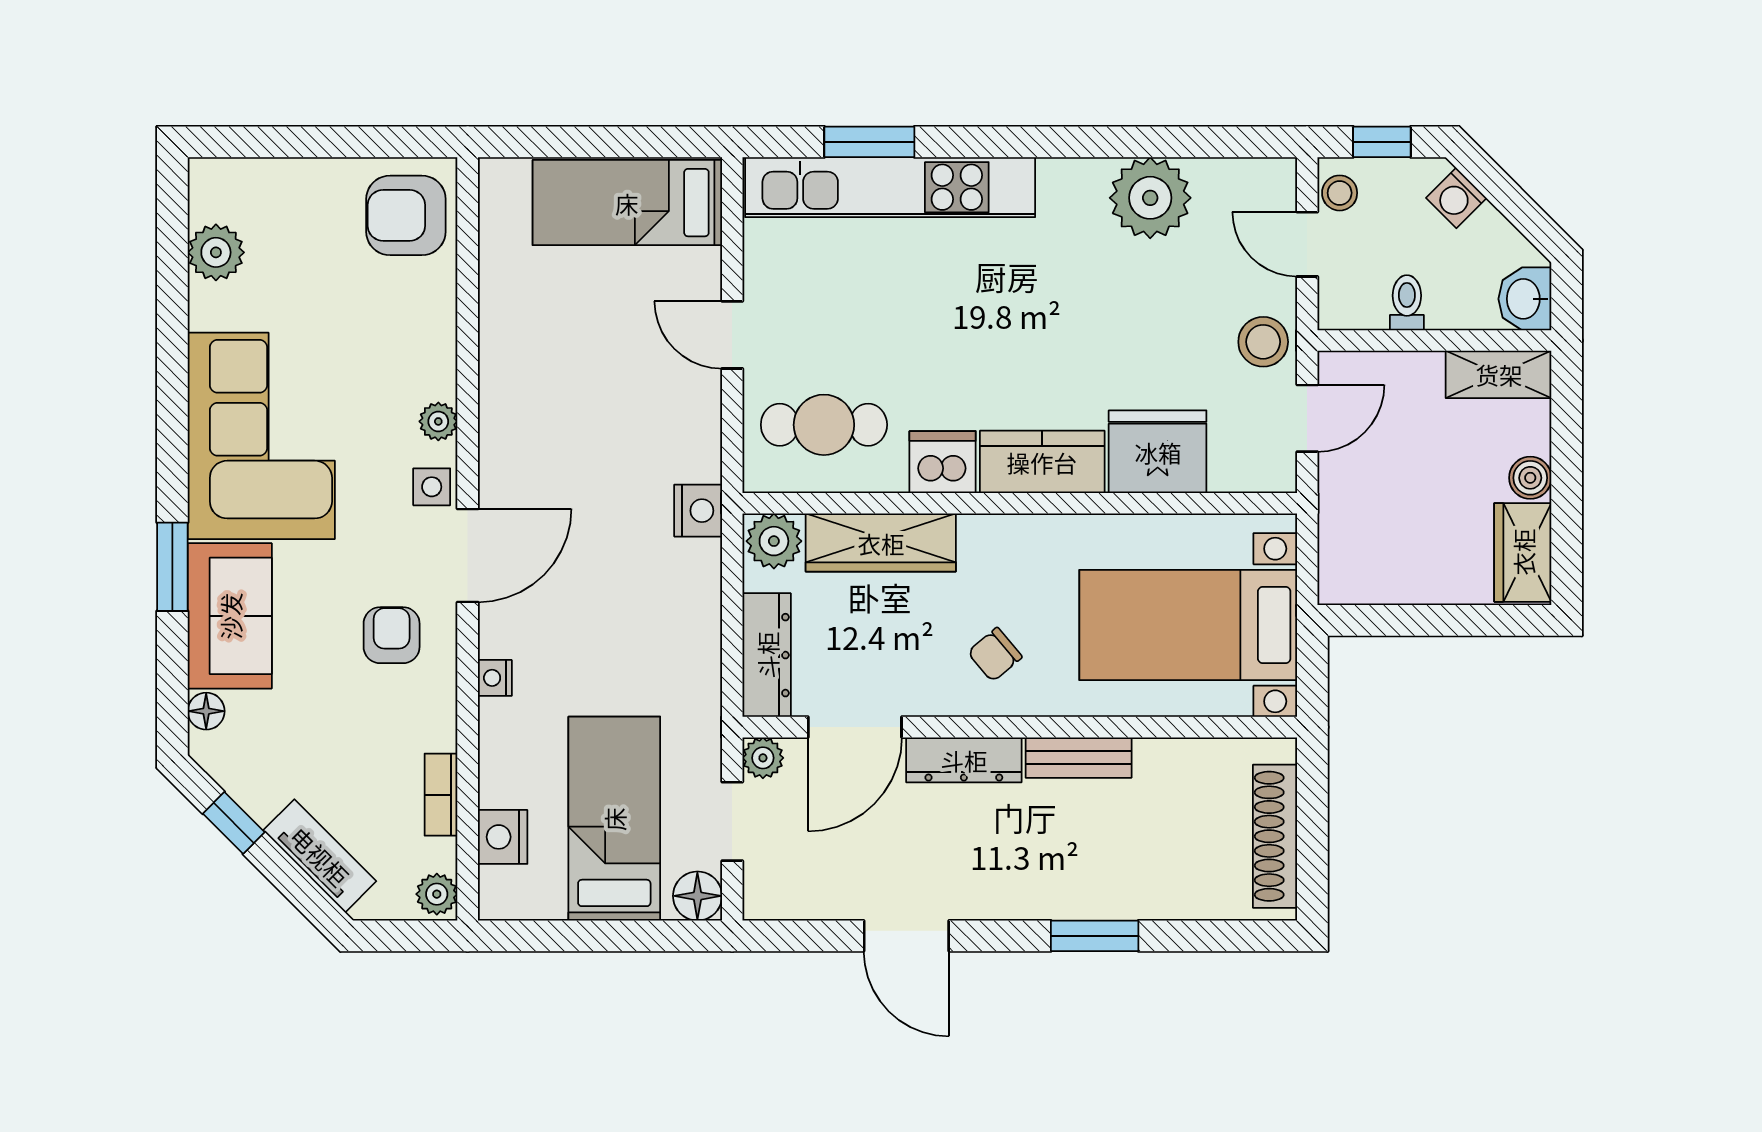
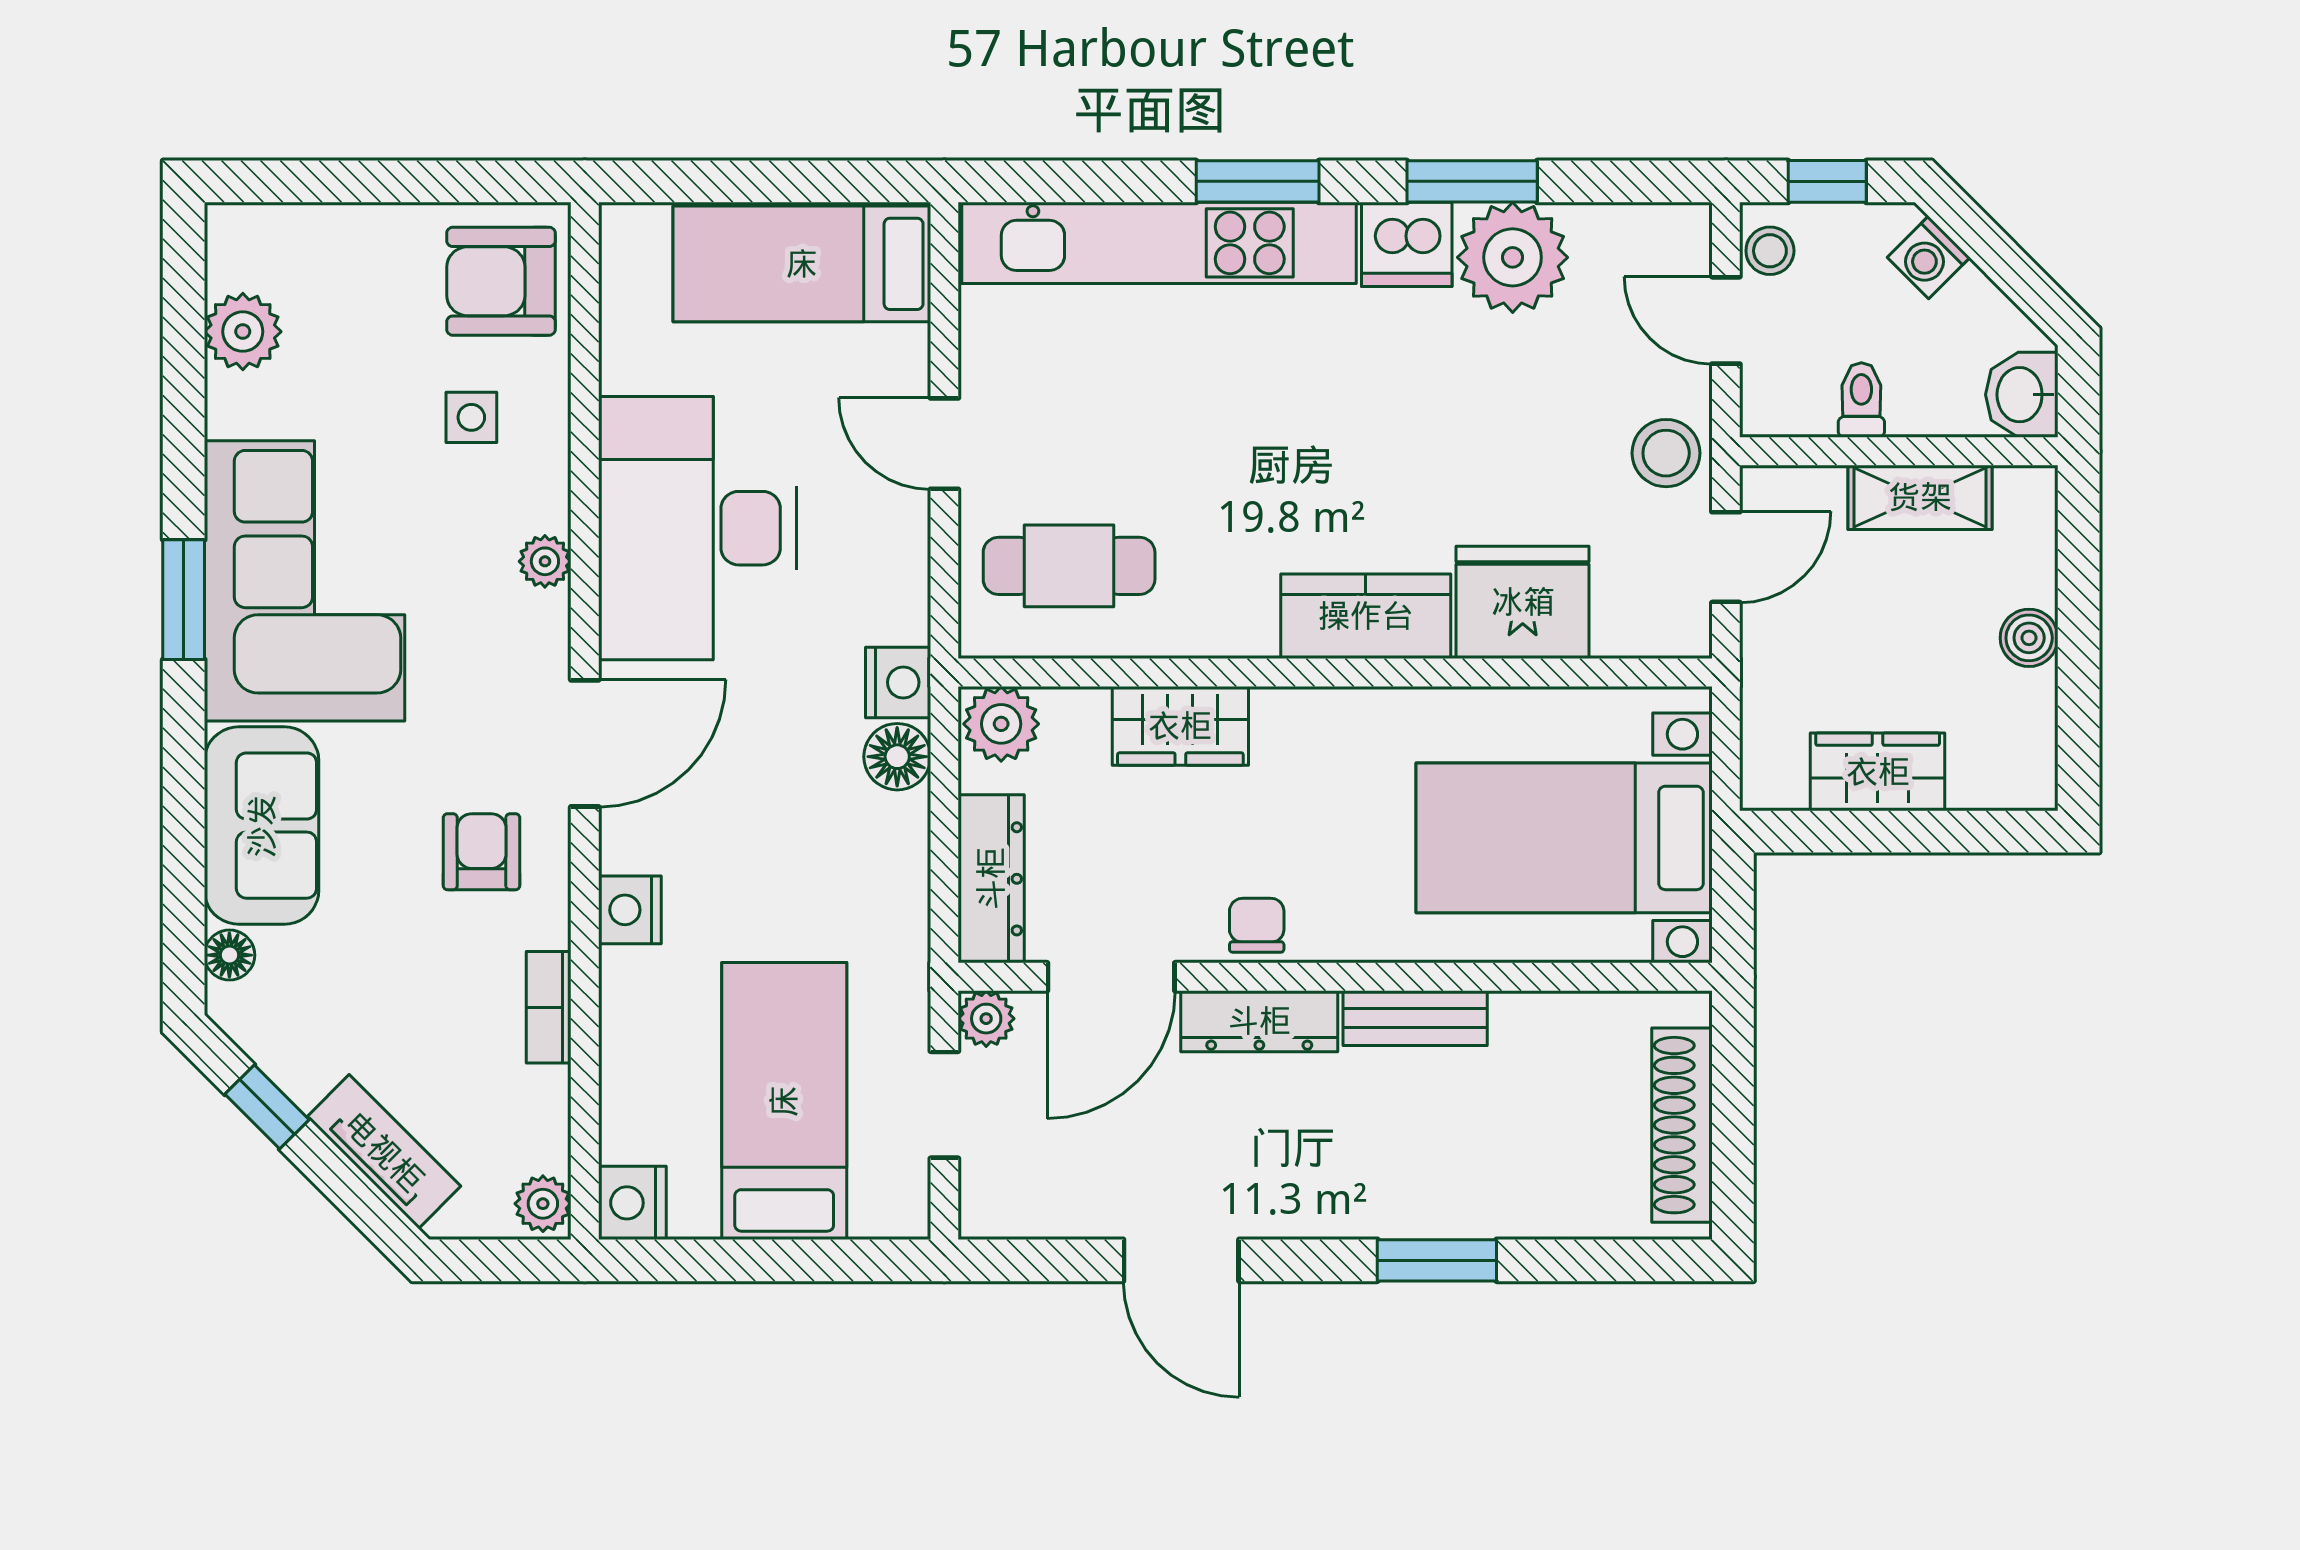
window: (869, 142) -> (1258, 181), moved
window: (1120, 142) -> (1472, 181), added
shelving: (1499, 374) -> (1920, 497), moved
desk: (550, 397) -> (697, 528), added
dishwasher: (943, 462) -> (1407, 244), moved, turned 180
side table: (432, 487) -> (471, 417), moved
wardrobe: (881, 543) -> (1180, 726), width x0.67
wardrobe: (1523, 552) -> (1878, 772), moved, turned 90
window: (172, 567) -> (184, 600), moved
chair: (995, 655) -> (1257, 925), moved, turned 130
nightstand: (495, 678) -> (630, 910), width x1.39, depth x1.35
bookcase: (441, 795) -> (549, 1007), moved
nightstand: (503, 837) -> (632, 1203), moved
floor lamp: (697, 896) -> (897, 757), moved

